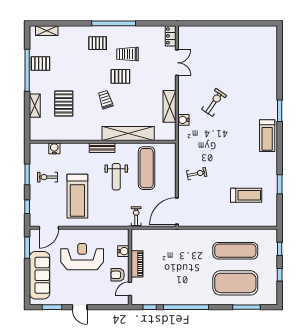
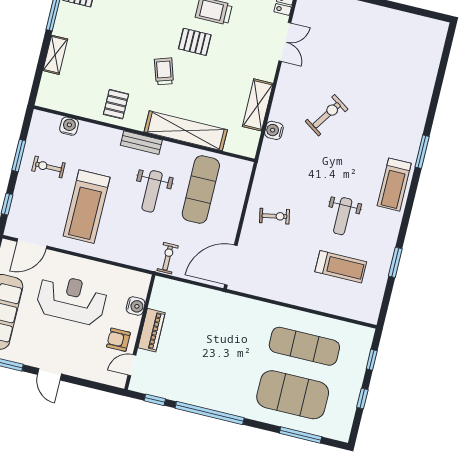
pallet: (64, 103) -> (116, 104), moved, width x0.67, depth x0.71
weight bench: (240, 163) -> (343, 216), added

